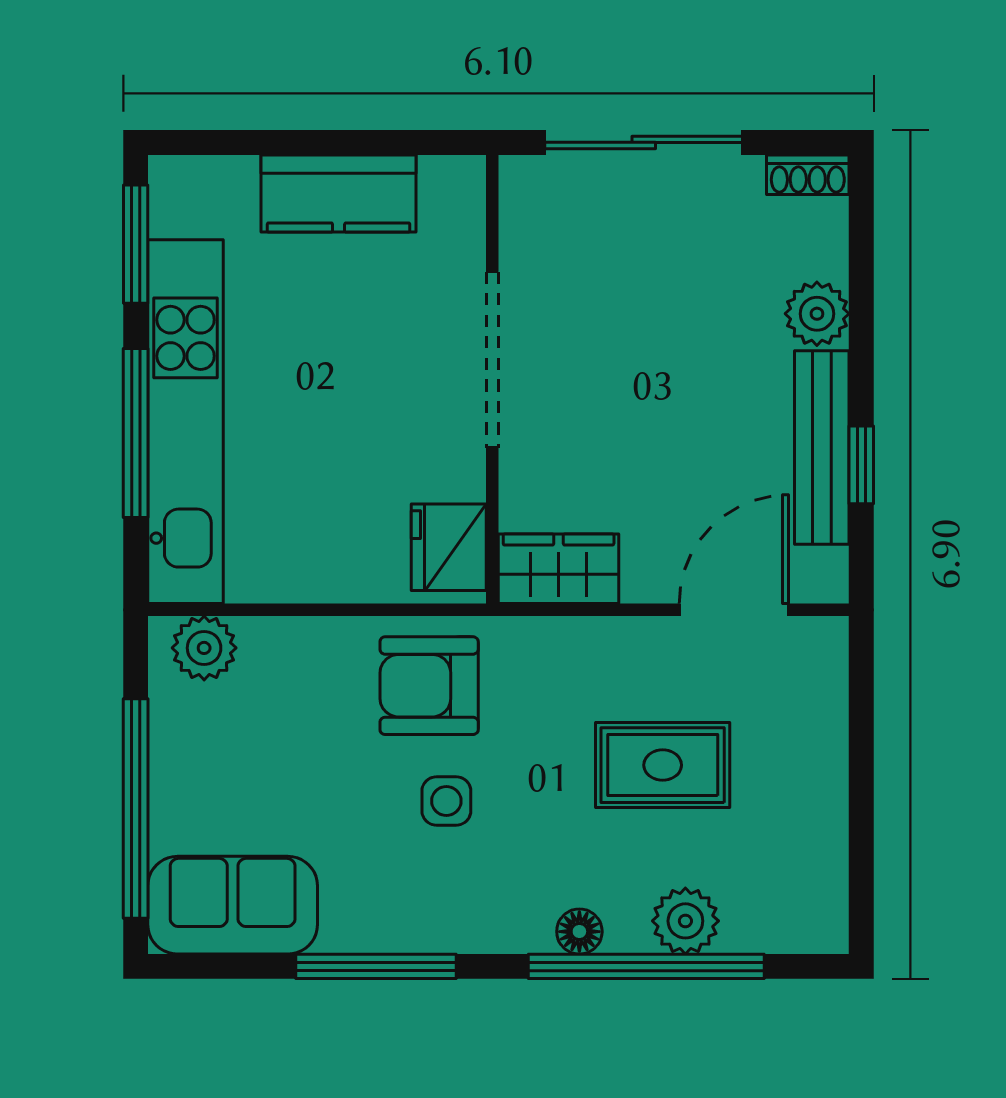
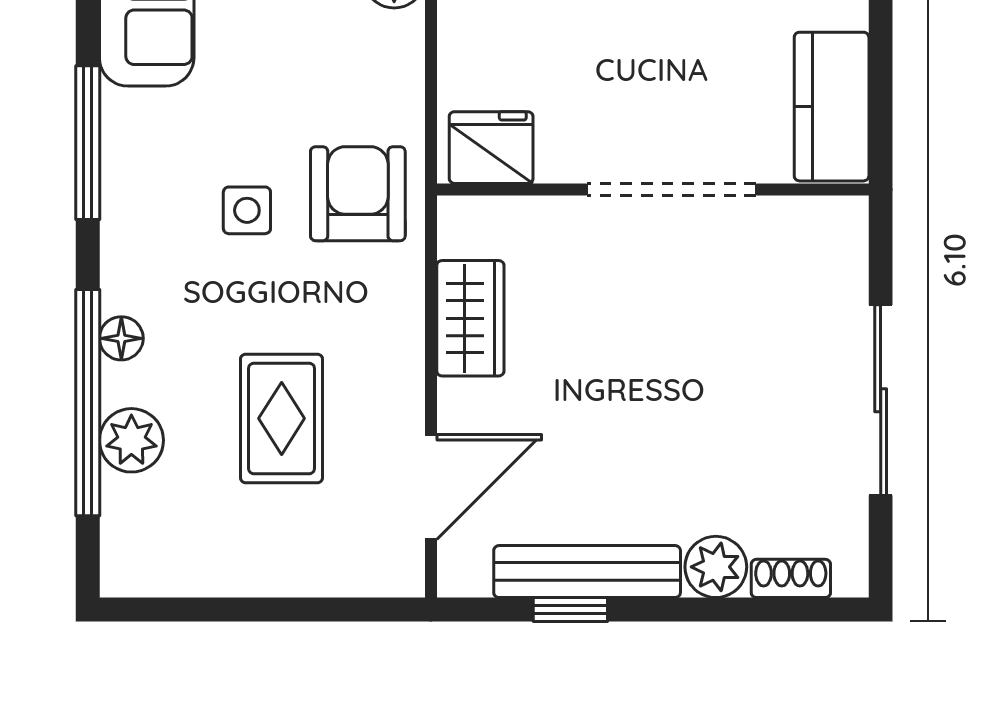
shoe rack: (808, 175) -> (791, 578), moved, turned 90
doorway: (492, 360) -> (672, 189), moved
wall: (492, 379) -> (653, 189), moved
fridge: (449, 547) -> (491, 148), moved
door: (734, 610) -> (431, 487), hinge flipped

